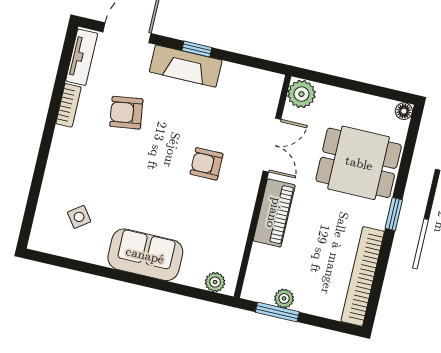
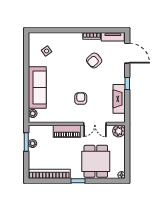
fireplace: (186, 66) -> (119, 99), moved
armchair: (126, 113) -> (94, 60), turned -124
sofa: (145, 255) -> (37, 88), width x1.36

